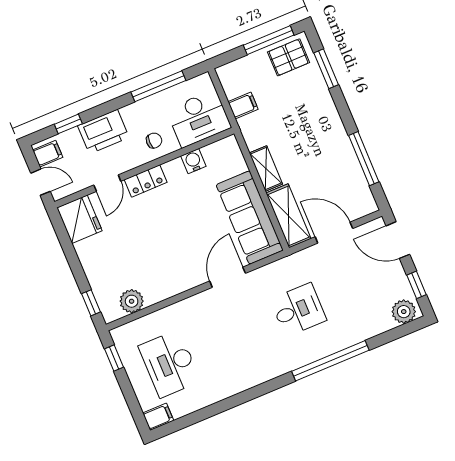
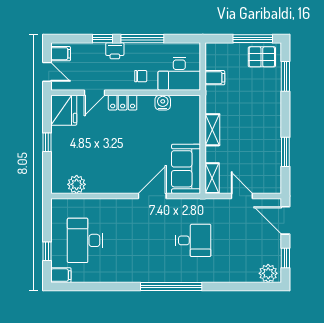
window: (158, 86) -> (142, 39), moved
window: (68, 124) -> (102, 39), moved
printer: (103, 132) -> (115, 51), width x0.53, depth x0.68
window: (364, 159) -> (285, 152), width x0.69
shelving: (289, 216) -> (212, 178), width x0.67, depth x0.75
sofa: (250, 218) -> (186, 169), width x0.73
door: (334, 233) -> (242, 196), width x0.73
window: (91, 303) -> (47, 142), moved
window: (114, 358) -> (47, 251), moved
window: (330, 361) -> (171, 287), moved

